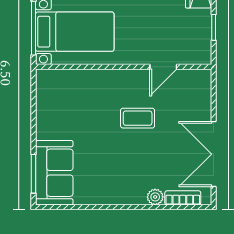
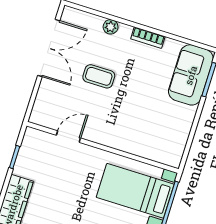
coffee table: (138, 118) -> (99, 76), moved
bookcase: (183, 198) -> (148, 38), moved

